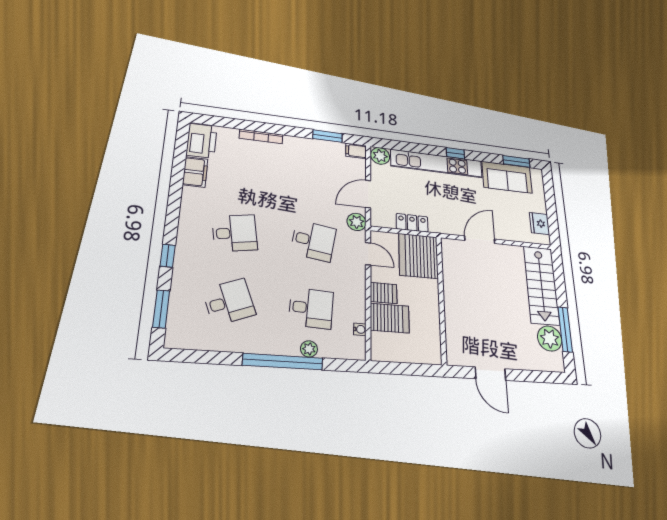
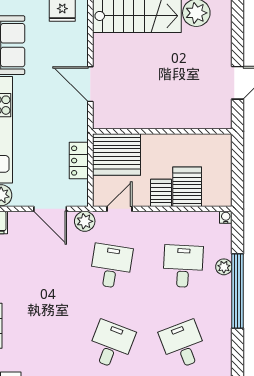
desk: (235, 233) -> (111, 345), turned 30
water cooler: (360, 329) -> (226, 217), moved

